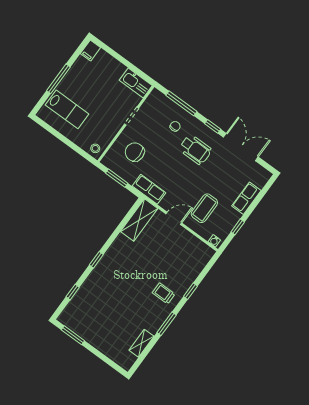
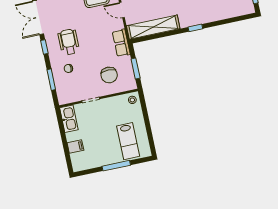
filing cabinet: (90, 51) -> (75, 147), moved
window: (181, 103) -> (51, 80), width x0.69
lab bench: (67, 109) -> (128, 141), turned 180
shelving: (139, 220) -> (153, 27), width x1.47
window: (73, 292) -> (229, 21), removed

